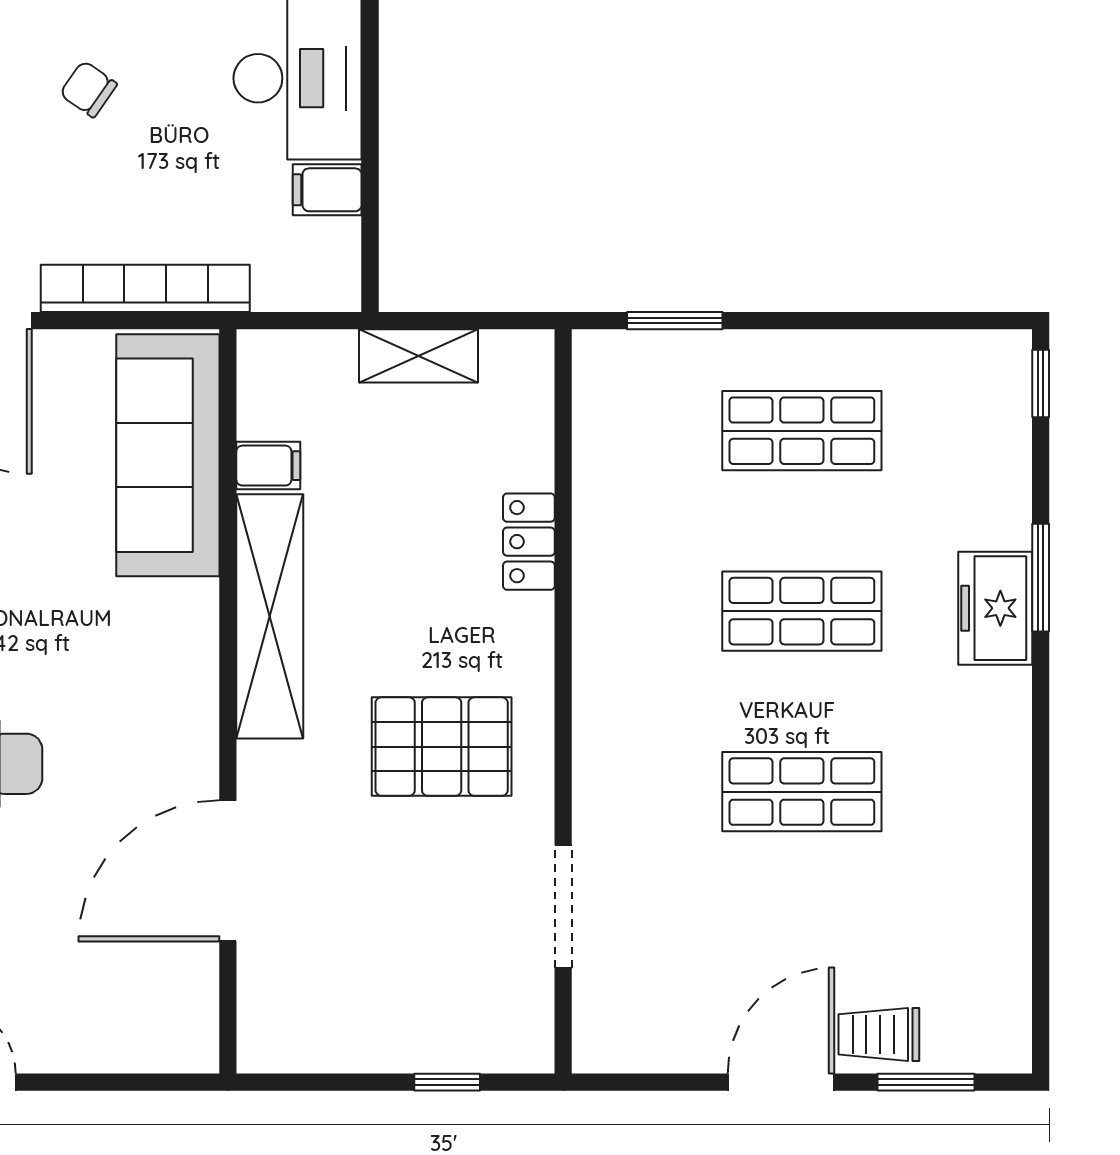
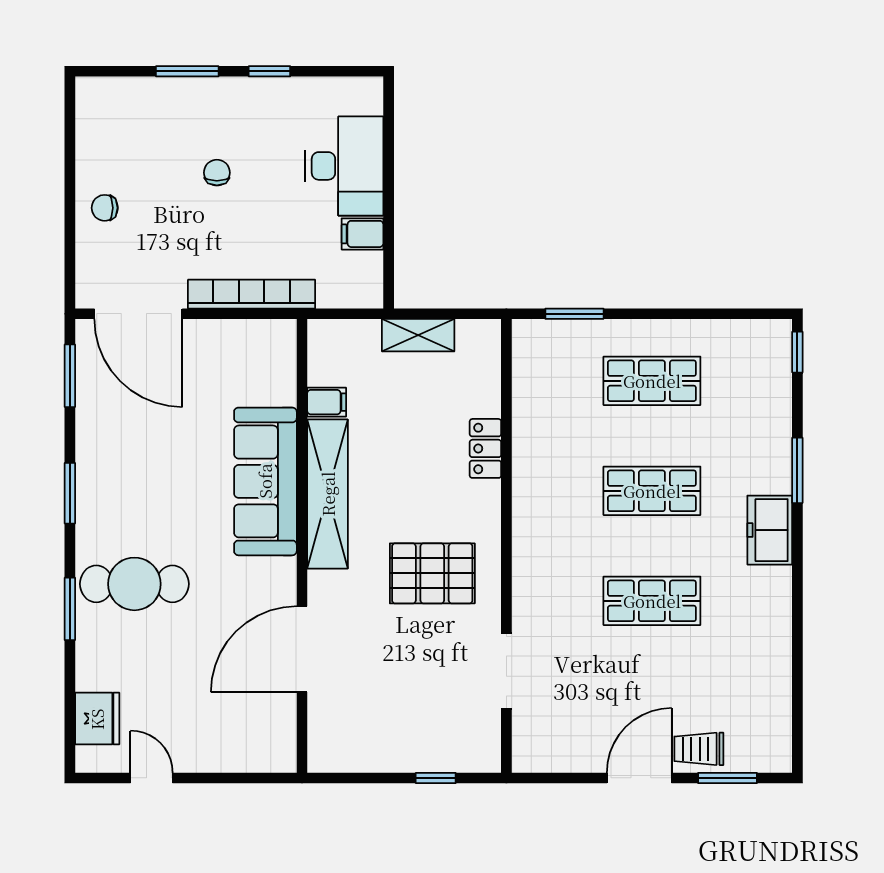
chair: (88, 89) -> (217, 173), turned 55
sofa: (168, 455) -> (265, 481), moved
freezer: (995, 608) -> (770, 530), moved

